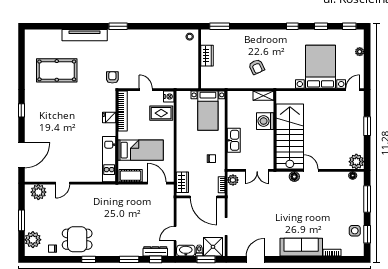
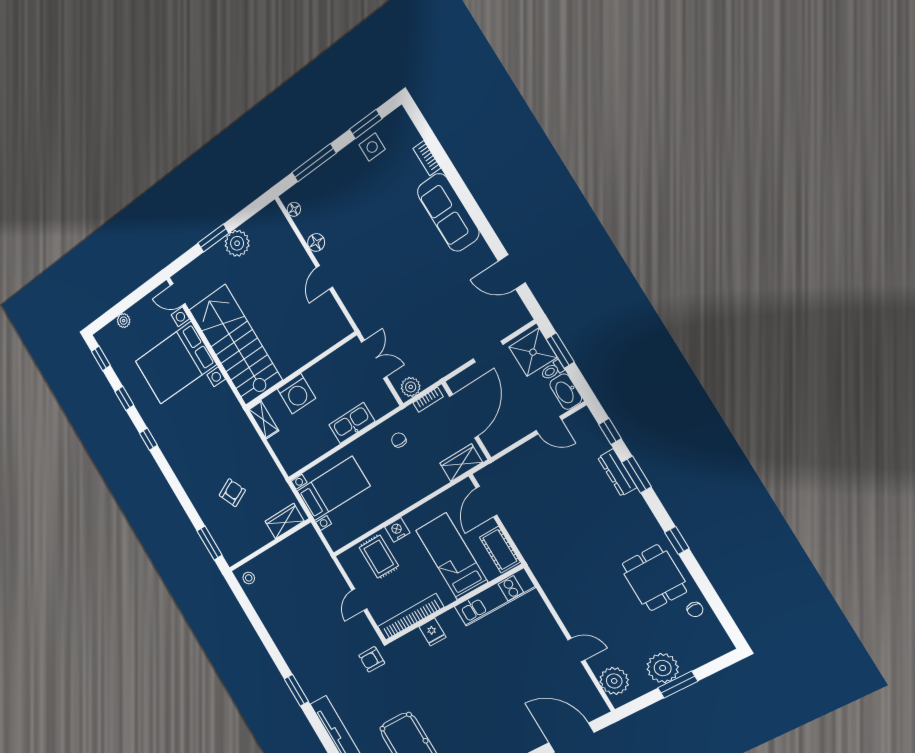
wardrobe: (207, 56) -> (285, 521), moved
armchair: (257, 67) -> (232, 493), moved
nightstand: (169, 96) -> (397, 530), moved
stairs: (290, 136) -> (235, 345), moved, turned 90
plant: (356, 162) -> (237, 243), moved
floor lamp: (294, 177) -> (316, 242), moved
plant: (33, 240) -> (663, 668), moved
dresser: (155, 251) -> (617, 473), moved

